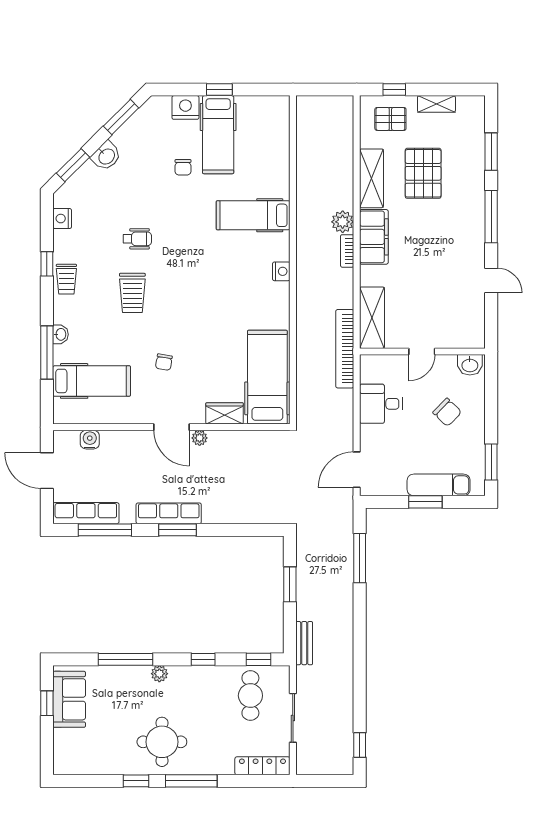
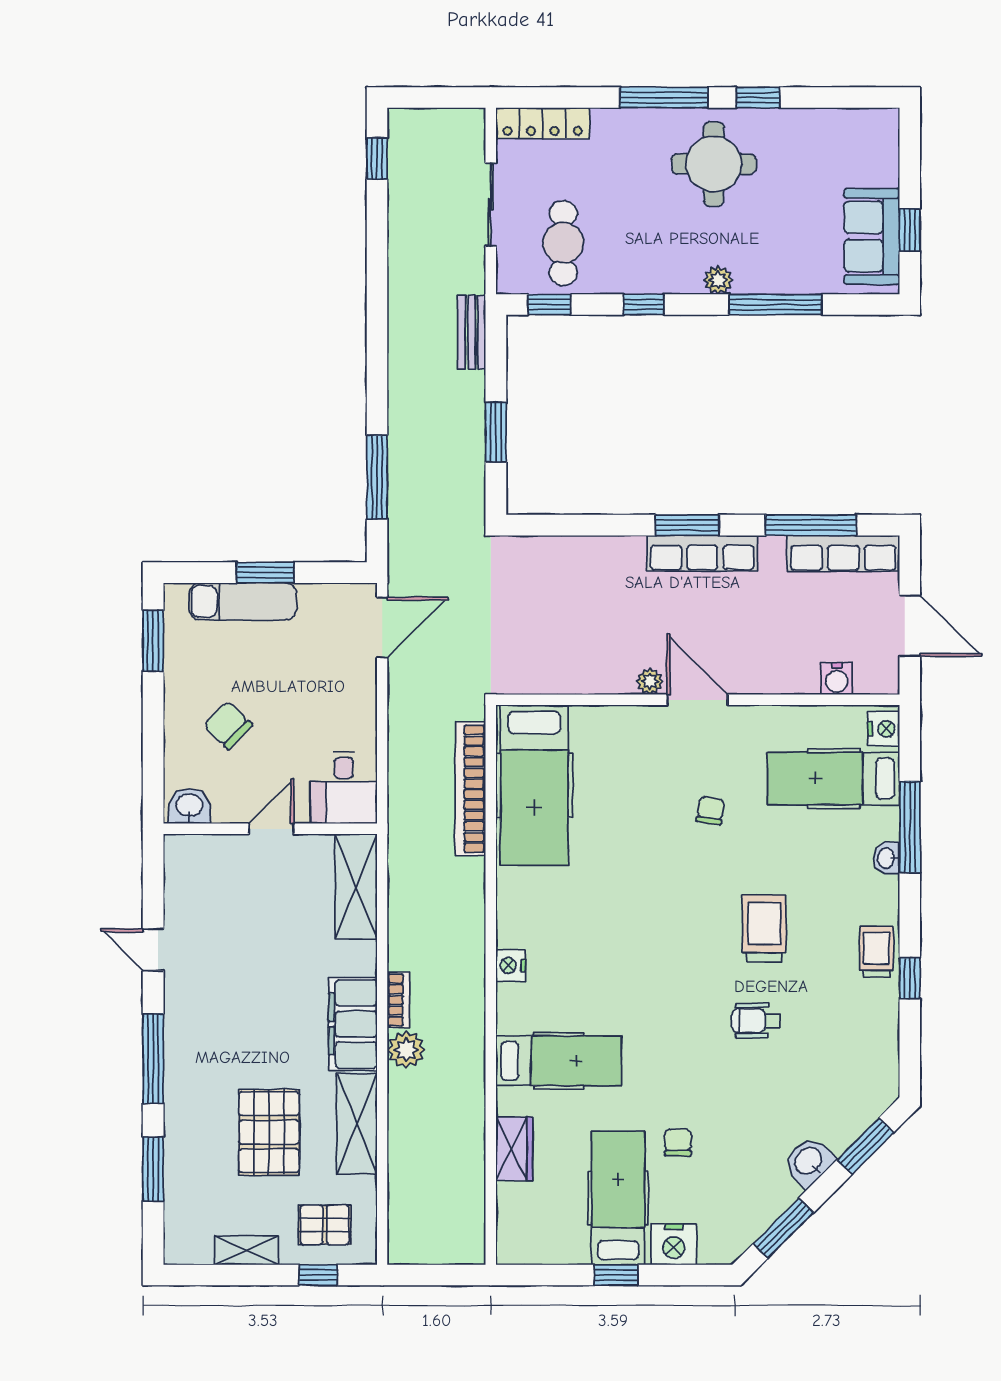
nightstand: (62, 219) -> (884, 729), moved
bookcase: (345, 349) -> (470, 789), moved, turned 180
desk: (381, 404) -> (344, 788), moved, turned 90
wardrobe: (225, 413) -> (514, 1149), moved, turned -90

